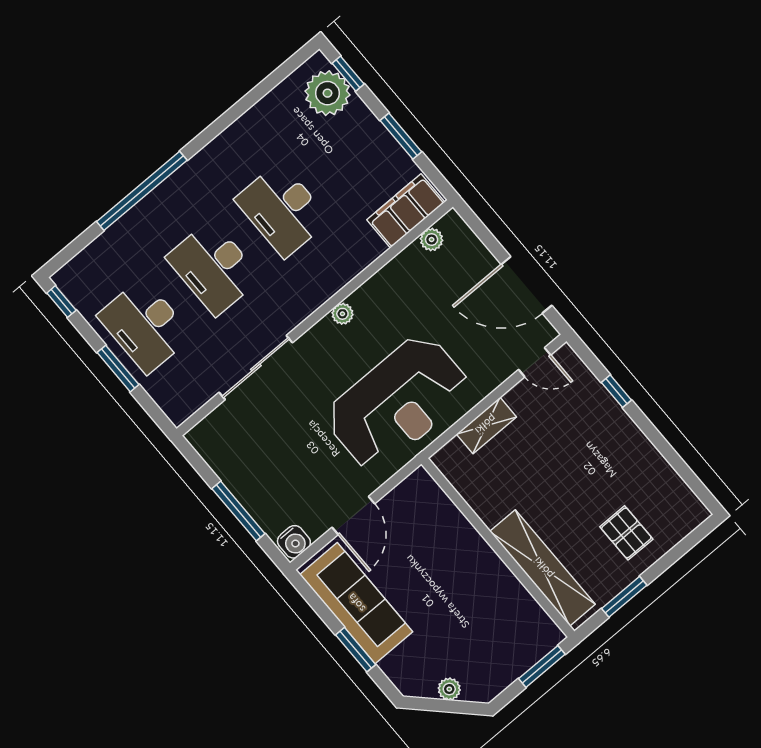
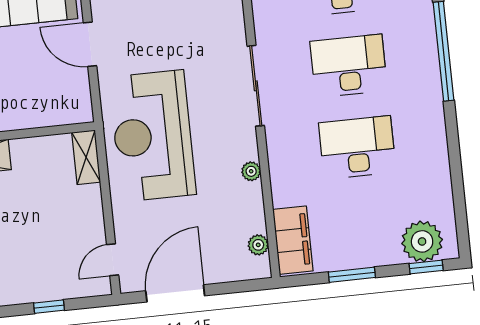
plant: (342, 314) -> (251, 171), moved
sliding door: (256, 368) -> (256, 86), moved
shelving: (486, 425) -> (86, 157), moved

